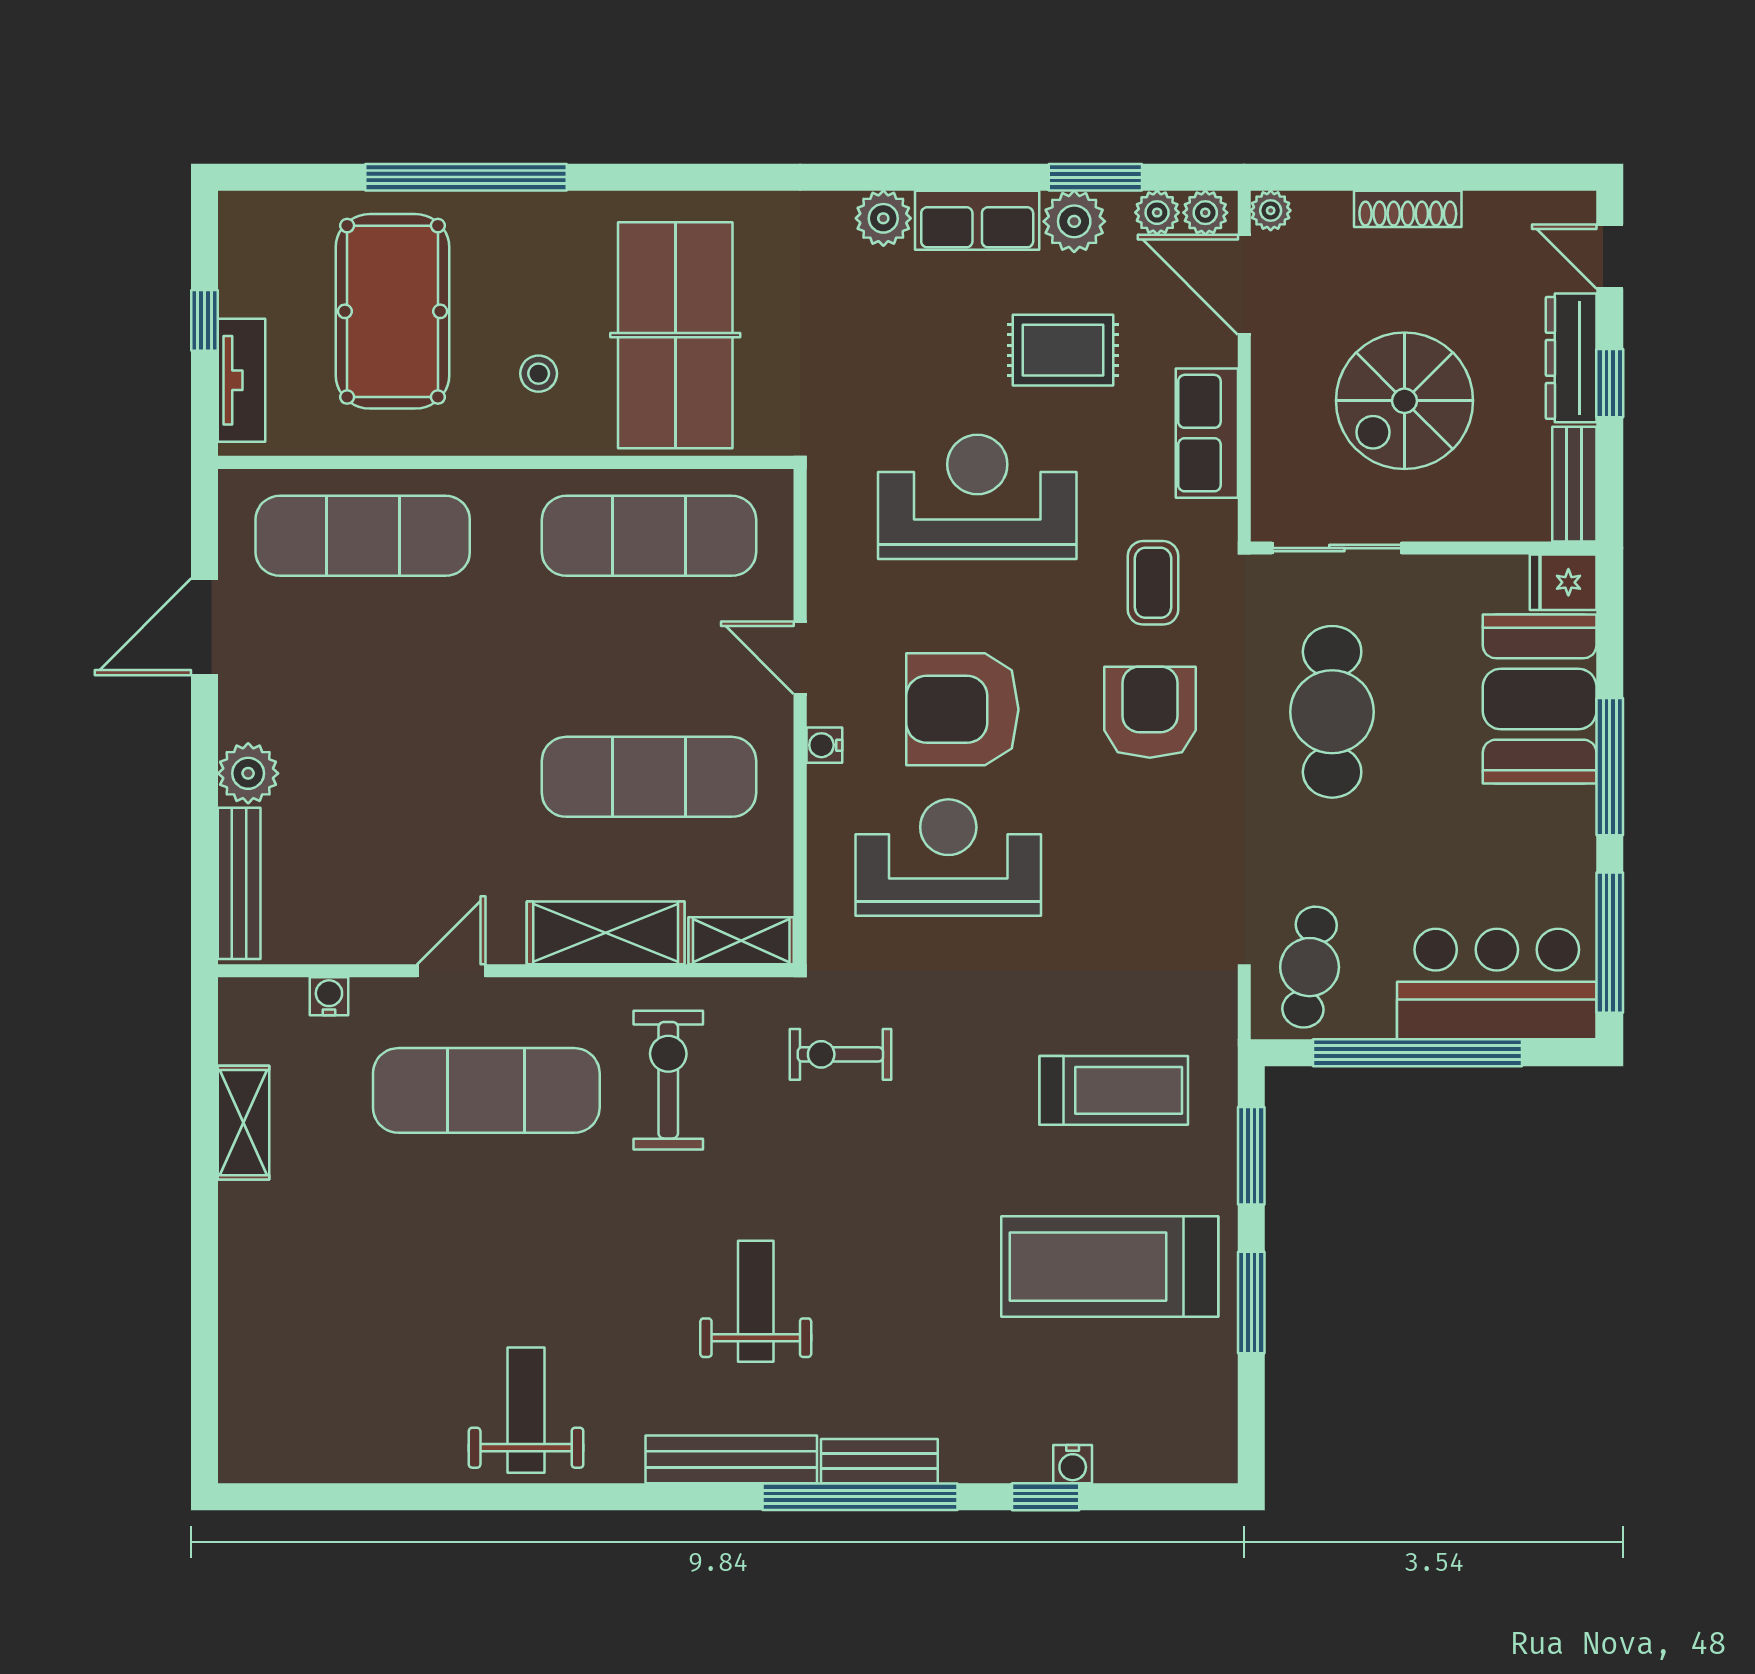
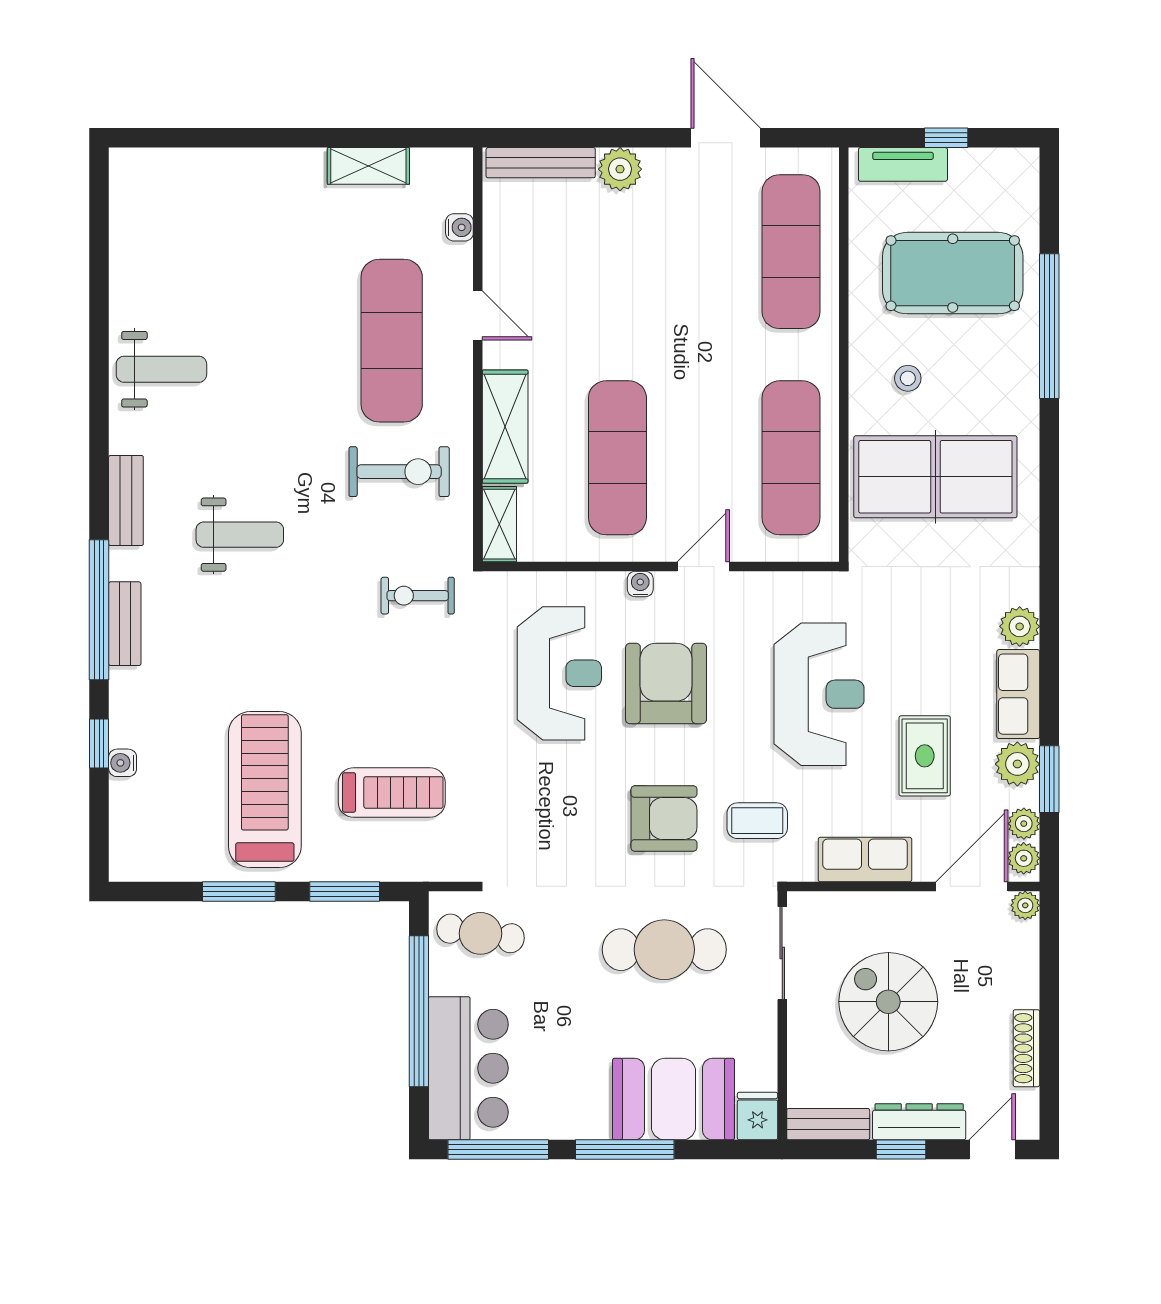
shoe rack: (1408, 209) -> (1026, 1048), moved
exercise bike: (840, 1054) -> (418, 596), turned -90
treadmill: (1114, 1090) -> (392, 792), turned -90
bench: (731, 1459) -> (126, 501), width x0.73

